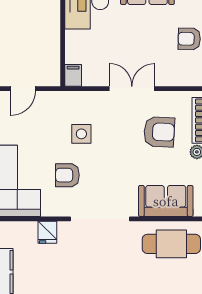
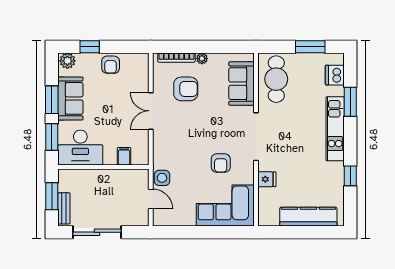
filing cabinet: (73, 75) -> (124, 156), moved, turned 90
armchair: (159, 132) -> (186, 89), turned 87
side table: (81, 134) -> (162, 178), moved

